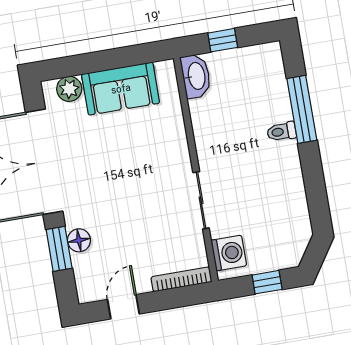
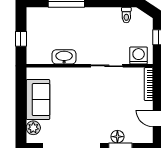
washbasin: (196, 76) -> (64, 57), moved
toilet: (282, 132) -> (126, 15), moved

